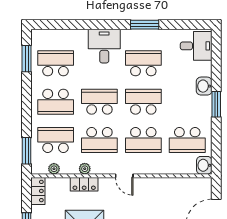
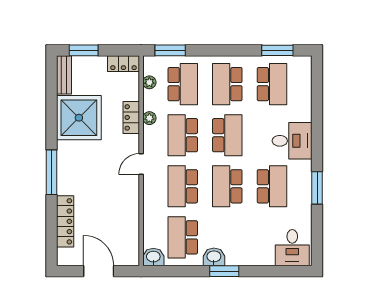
washbasin: (204, 86) -> (214, 257), moved
school desk: (143, 102) -> (227, 186), turned 180

